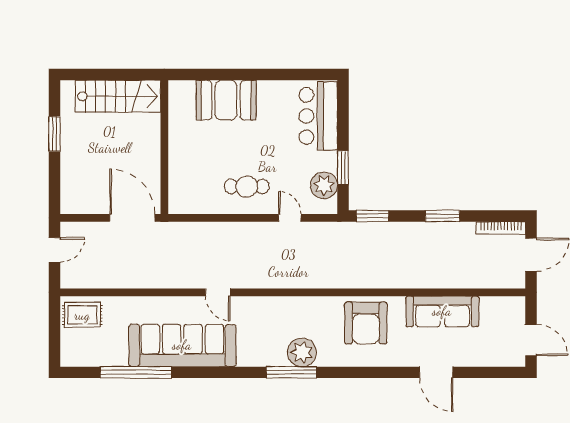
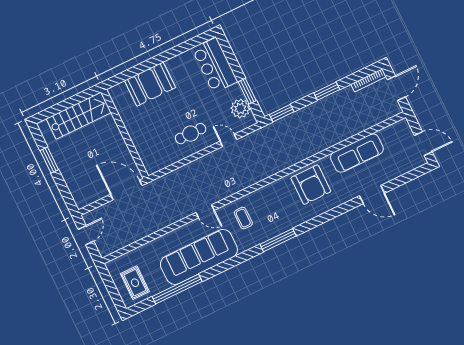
rug: (82, 315) -> (135, 283), moved, turned 90
coffee table: (261, 324) -> (243, 218), added
plant: (302, 352) -> (279, 224), removed

